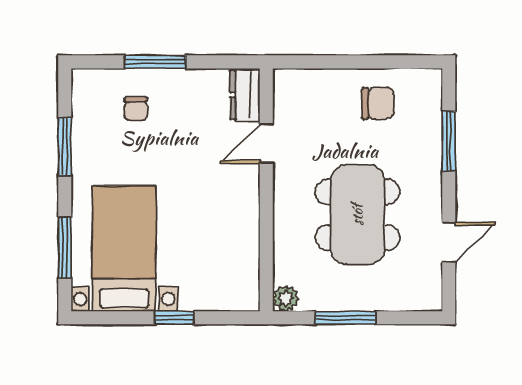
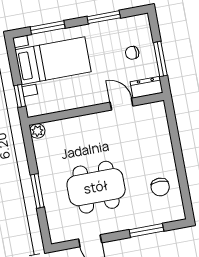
dresser: (245, 95) -> (147, 87), moved
door: (266, 144) -> (122, 104), moved
wall: (266, 190) -> (96, 109), moved
plant: (286, 298) -> (37, 131), moved

